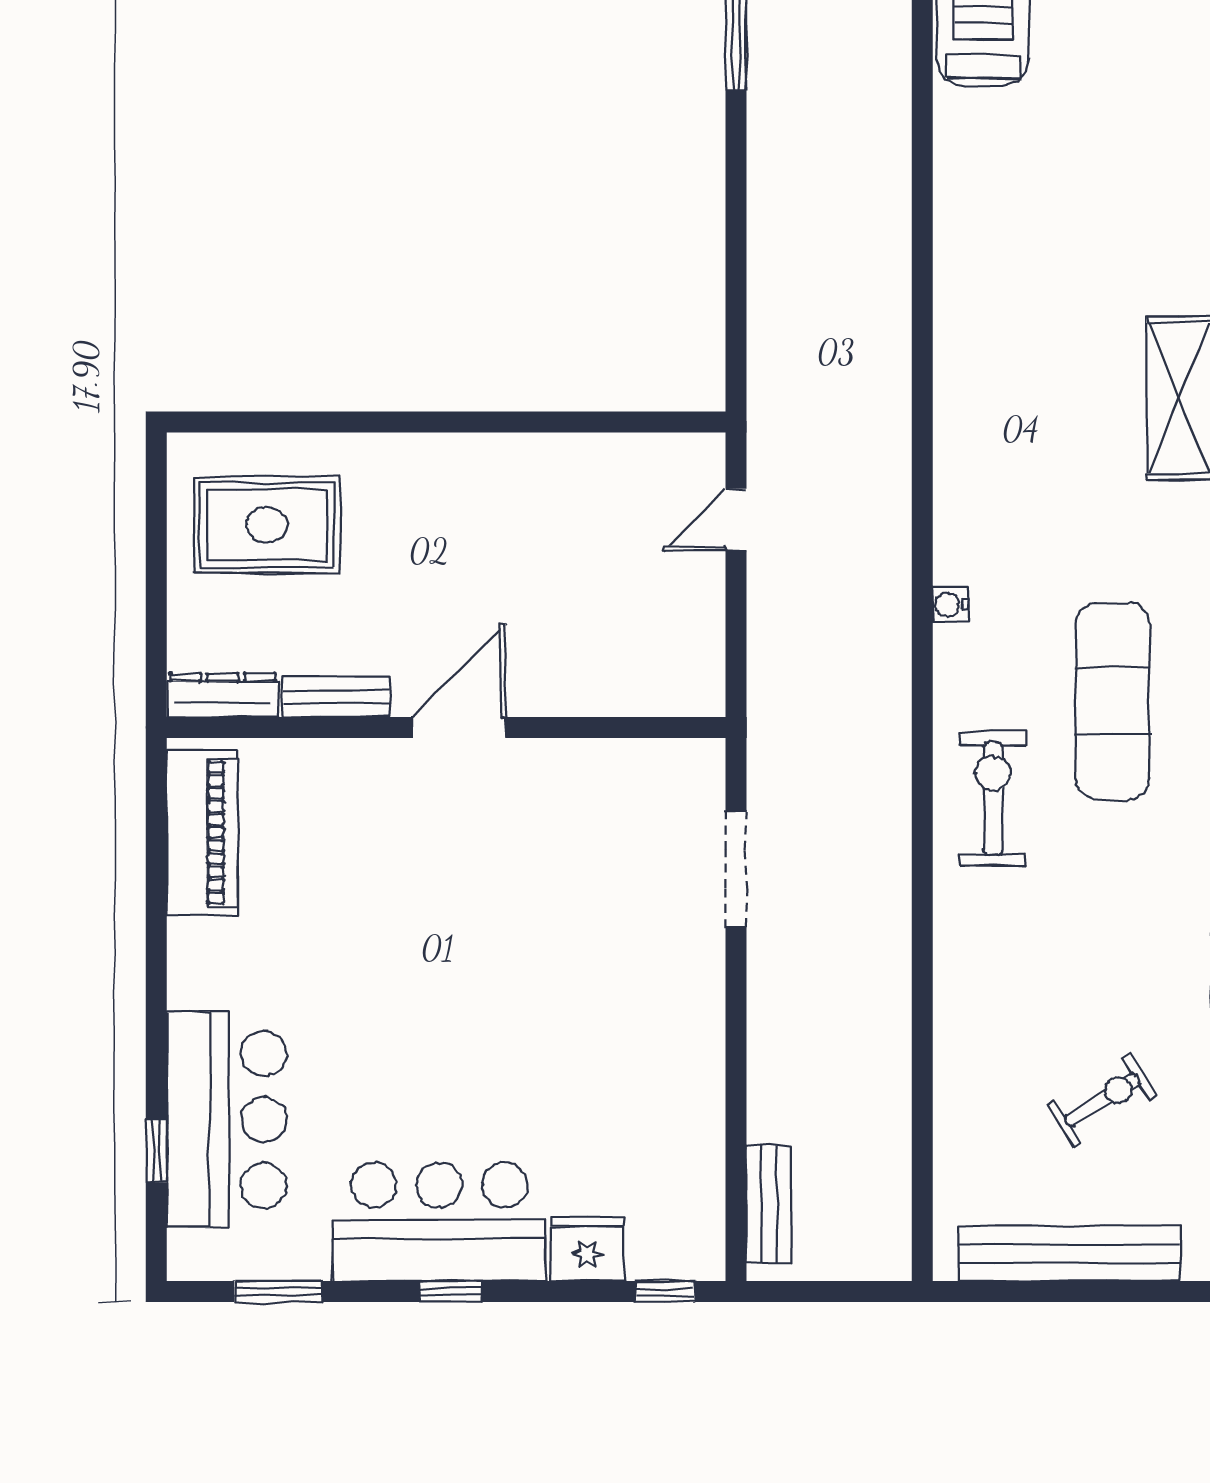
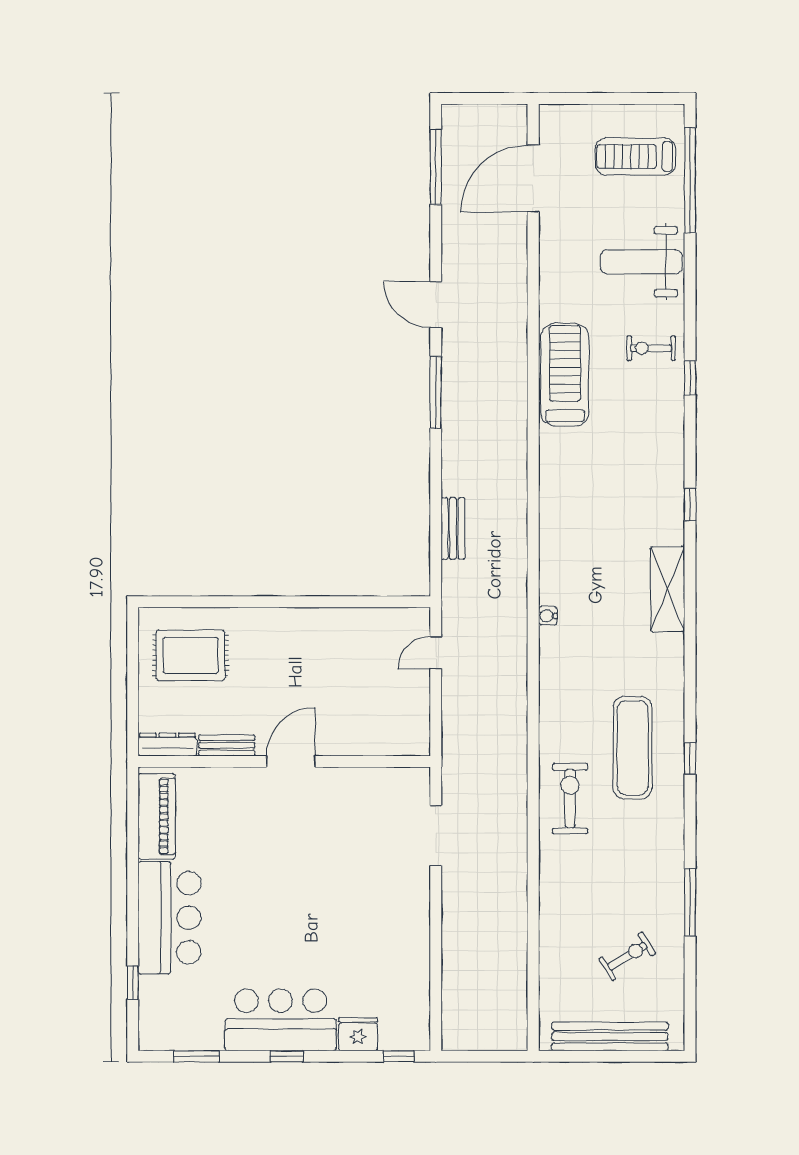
water cooler: (950, 604) -> (548, 616), moved
bar counter: (227, 1120) -> (169, 918), moved
bench: (769, 1204) -> (453, 529), moved

